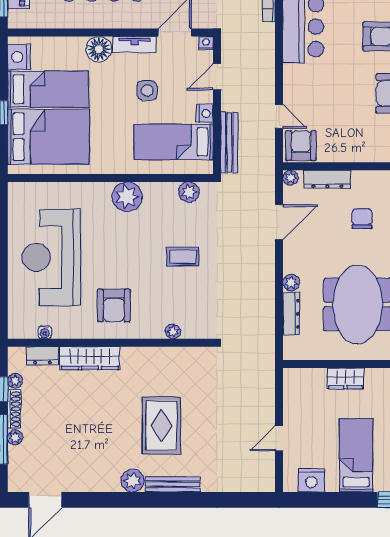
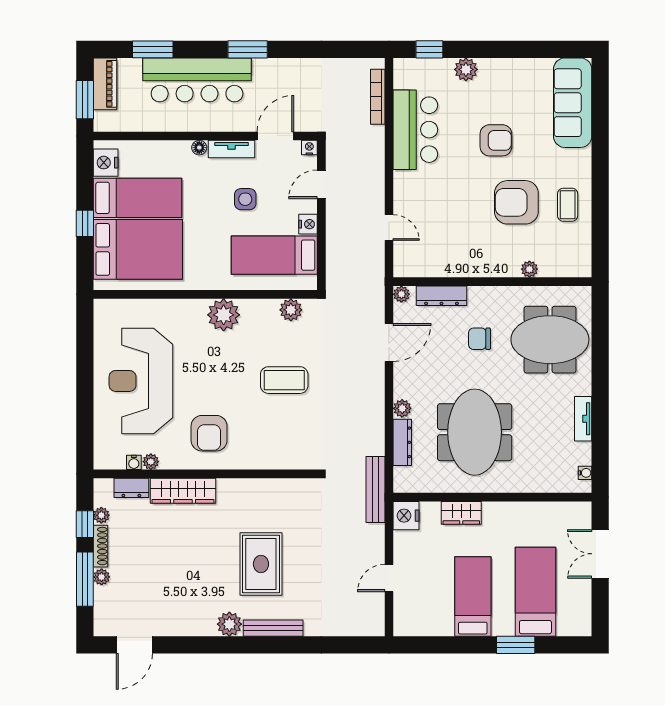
floor lamp: (99, 49) -> (199, 148), width x0.53, depth x0.53
bench: (229, 143) -> (375, 490), moved
armchair: (301, 146) -> (413, 259), removed
chair: (362, 219) -> (479, 339), turned -90
coffee table: (183, 257) -> (284, 380), width x1.36, depth x1.30
plant: (173, 332) -> (151, 462), moved
nightstand: (311, 480) -> (406, 516), moved, turned 90

